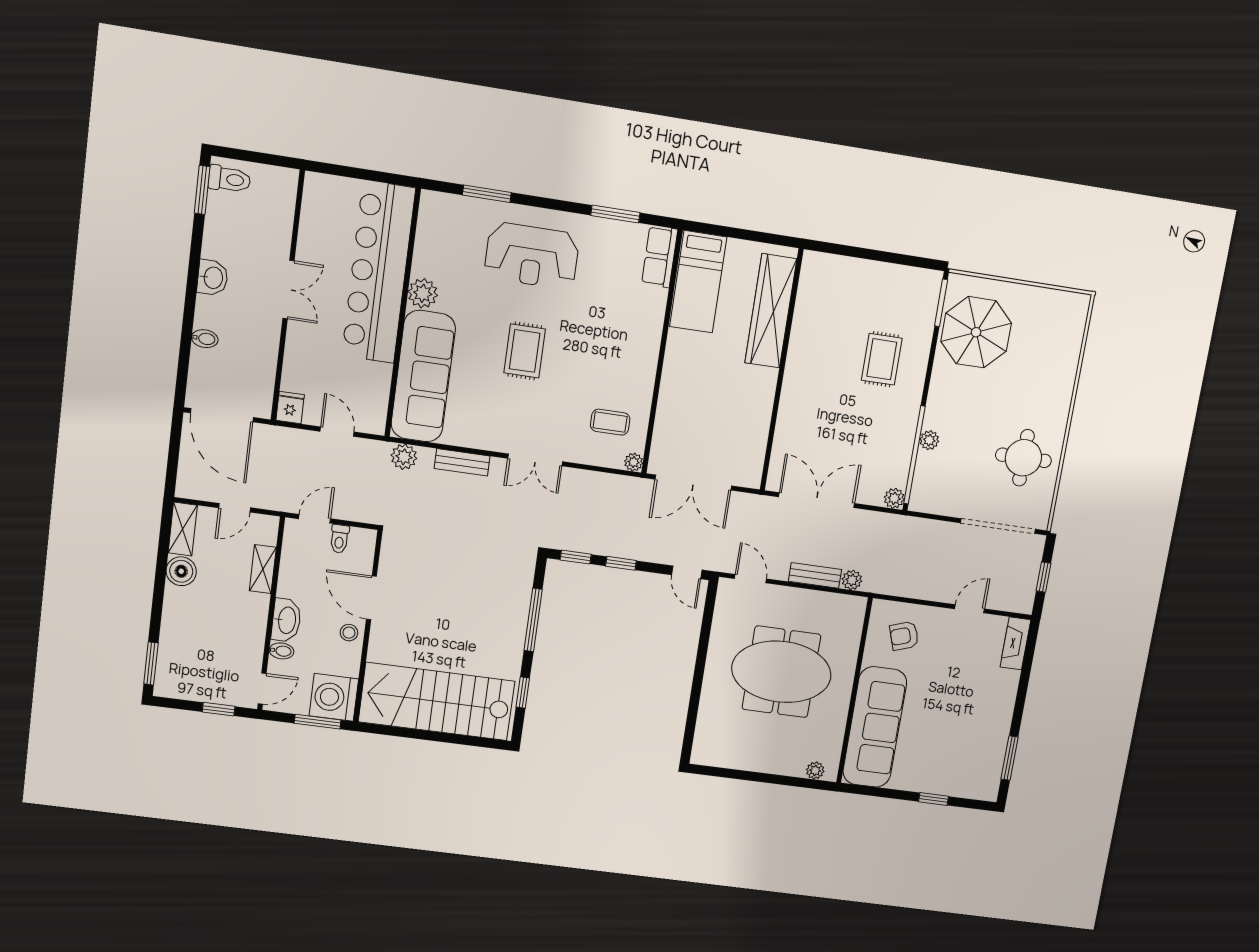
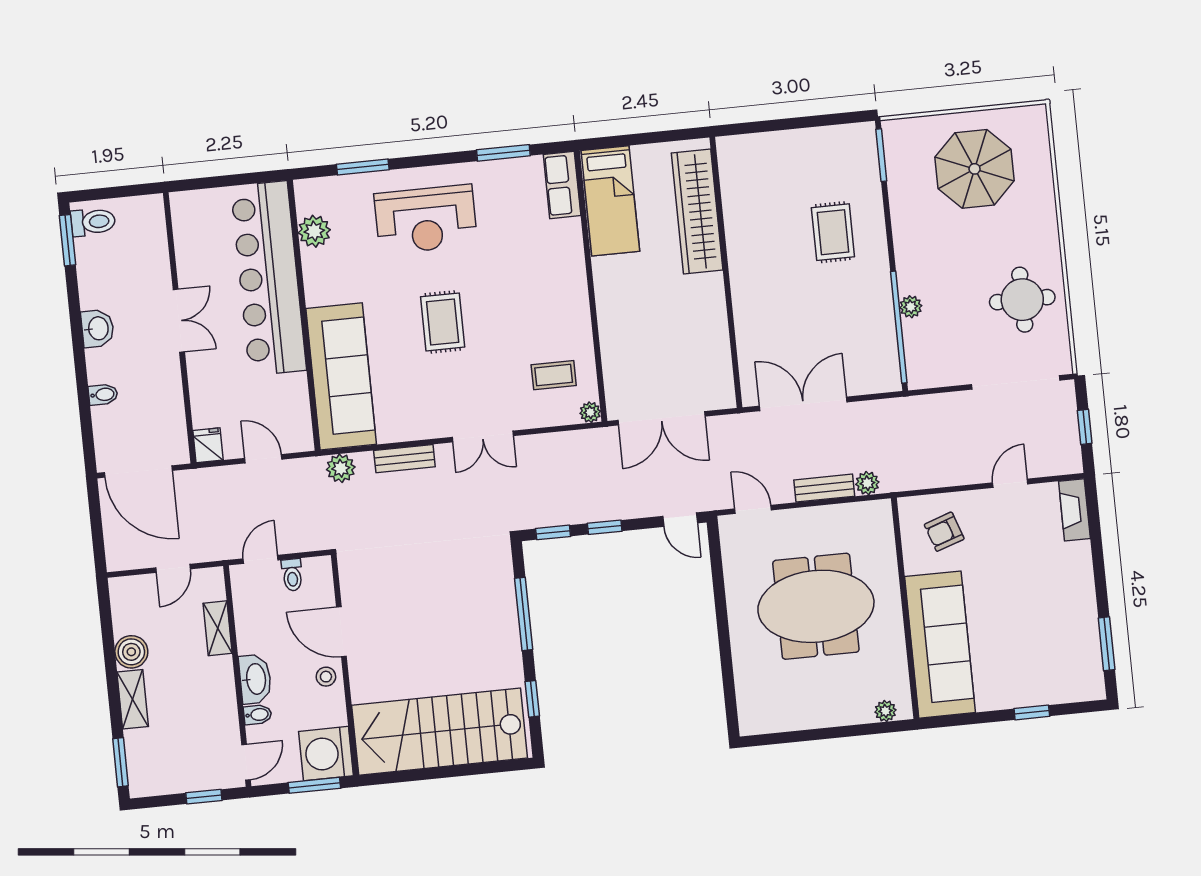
plant: (423, 293) -> (314, 231), moved
parasol: (976, 332) -> (975, 169), moved
plant: (894, 498) -> (889, 380), removed
shelving: (183, 529) -> (133, 699), moved

